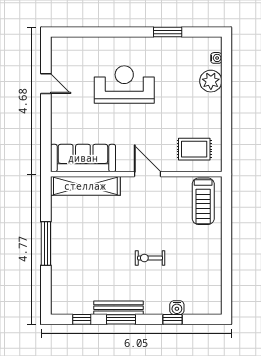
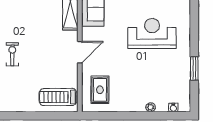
plant: (211, 81) -> (151, 107), width x0.53, depth x0.53
reception desk: (124, 84) -> (152, 33), turned -90

